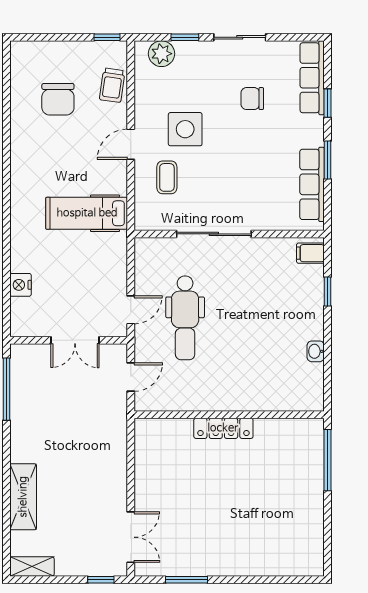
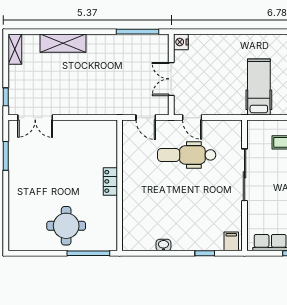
nightstand: (21, 285) -> (181, 42), moved, turned -90
locker: (223, 428) -> (110, 181), width x0.66
round table: (288, 492) -> (66, 226), added

